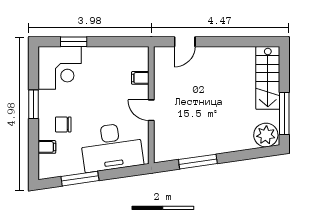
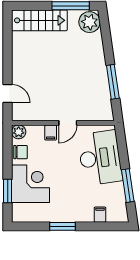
plant: (141, 54) -> (19, 132), added
corner desk: (60, 68) -> (30, 184), moved
filing cabinet: (140, 78) -> (51, 132), moved
chair: (63, 124) -> (21, 152), moved, turned -90

